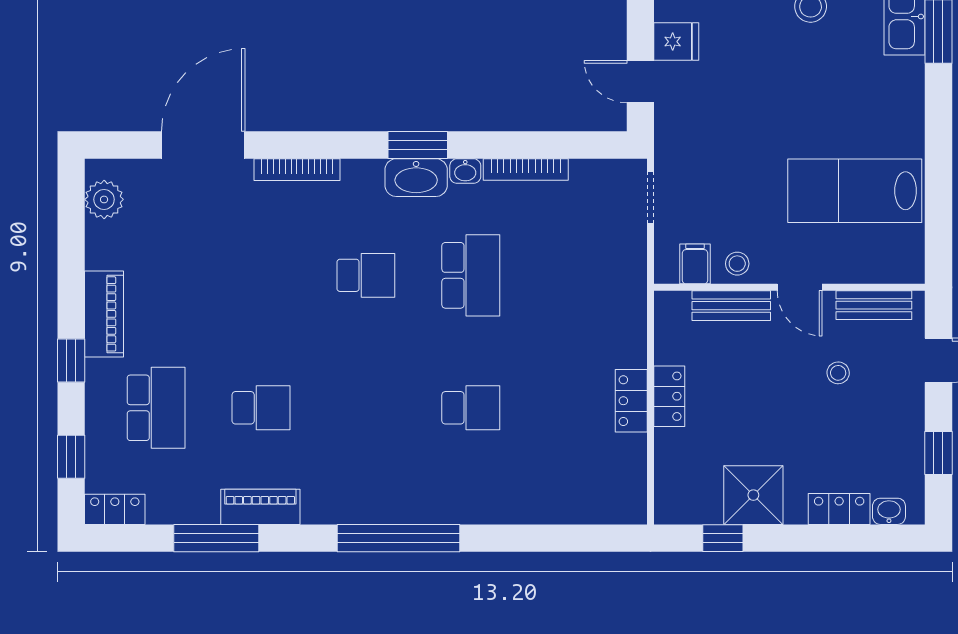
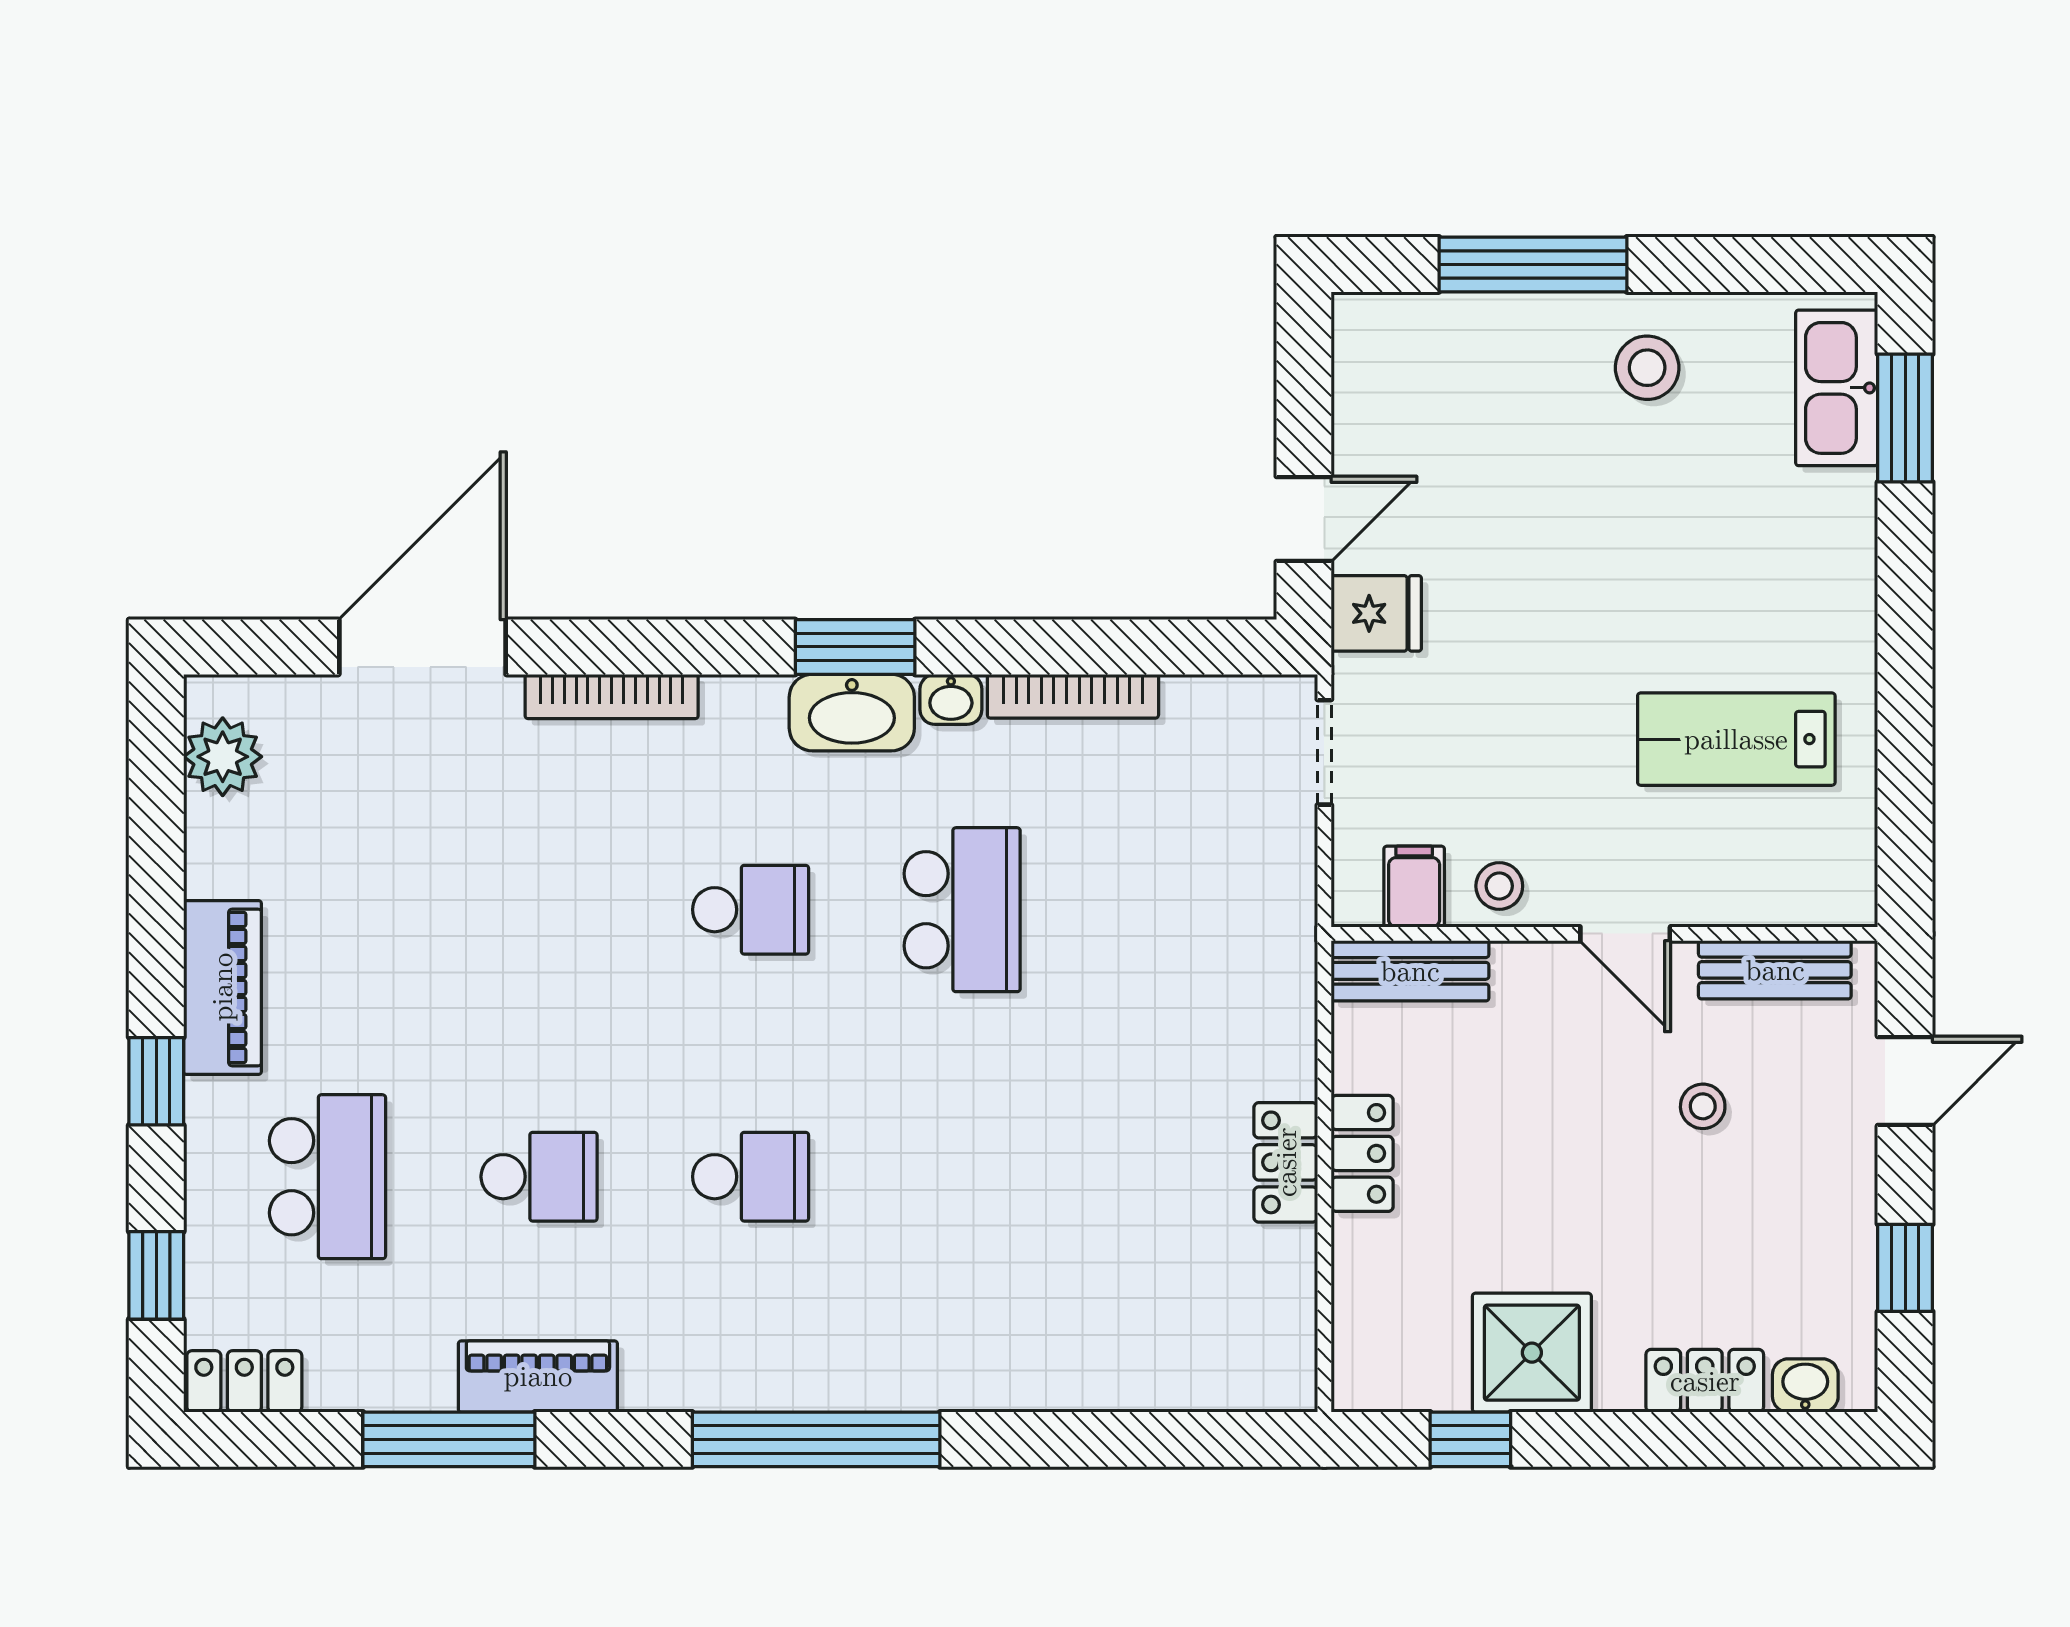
fridge: (676, 42) -> (1376, 613), moved
door: (640, 82) -> (1304, 519), swing flipped
lab bench: (855, 191) -> (1736, 739), width x0.73, depth x0.72
bench: (731, 306) -> (1410, 971), moved
school desk: (471, 408) -> (751, 1177), moved

